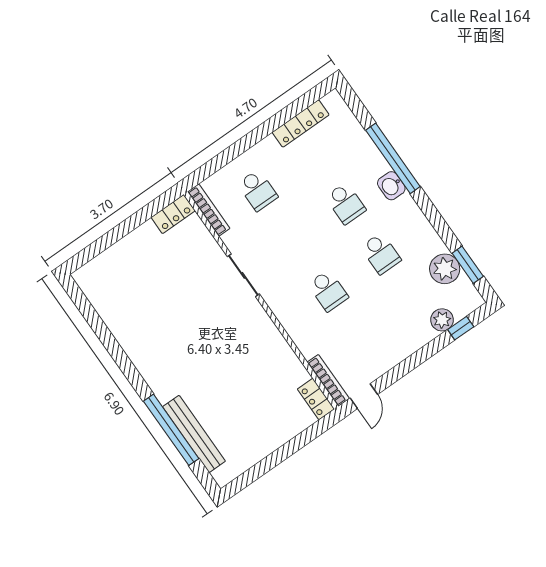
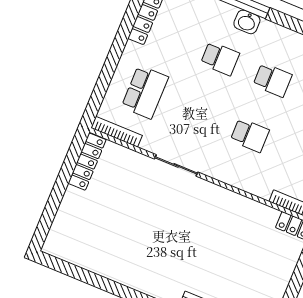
school desk: (258, 190) -> (145, 92), width x1.85
locker: (173, 214) -> (87, 162), width x1.53

